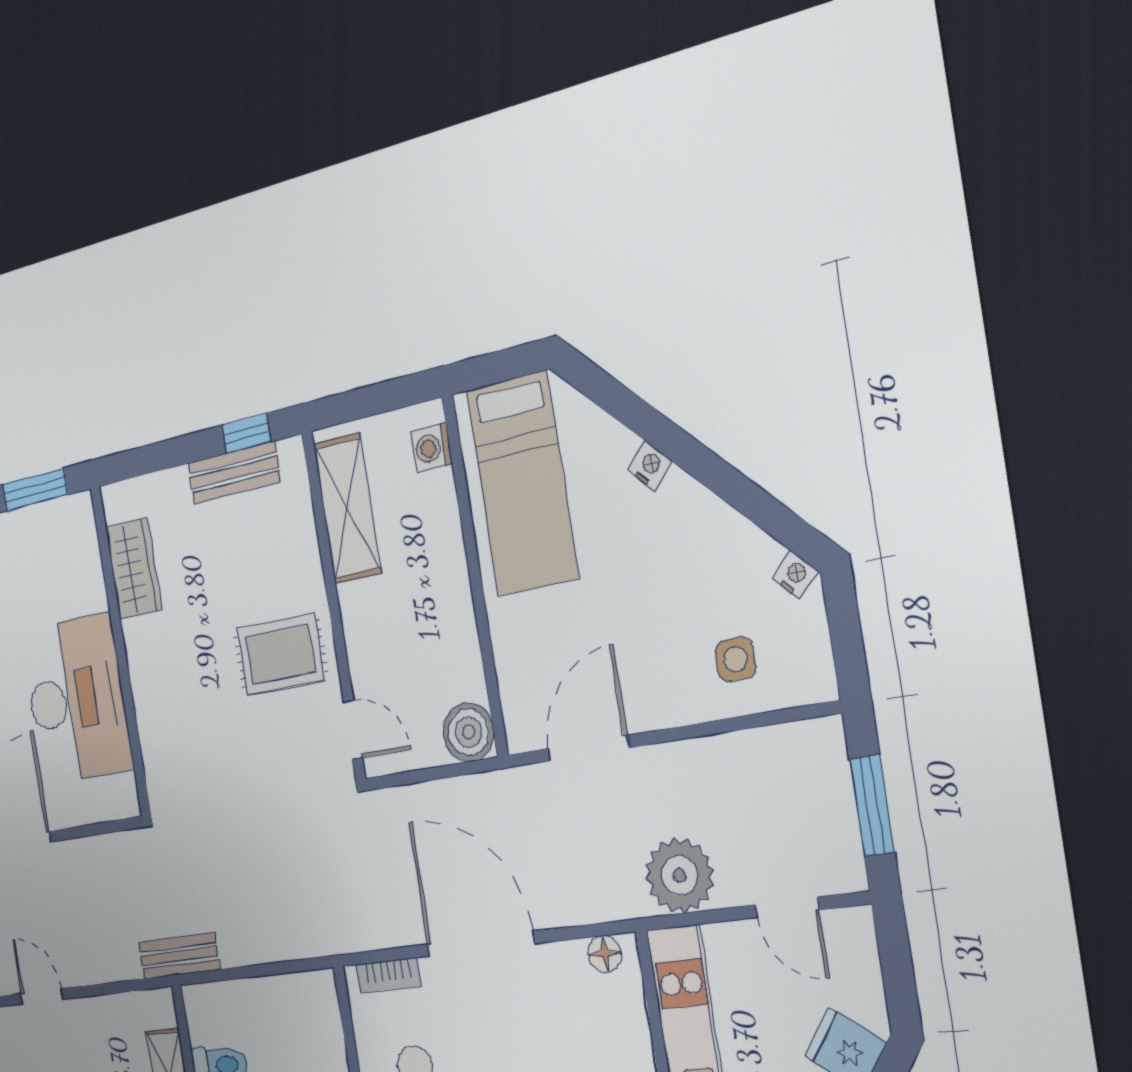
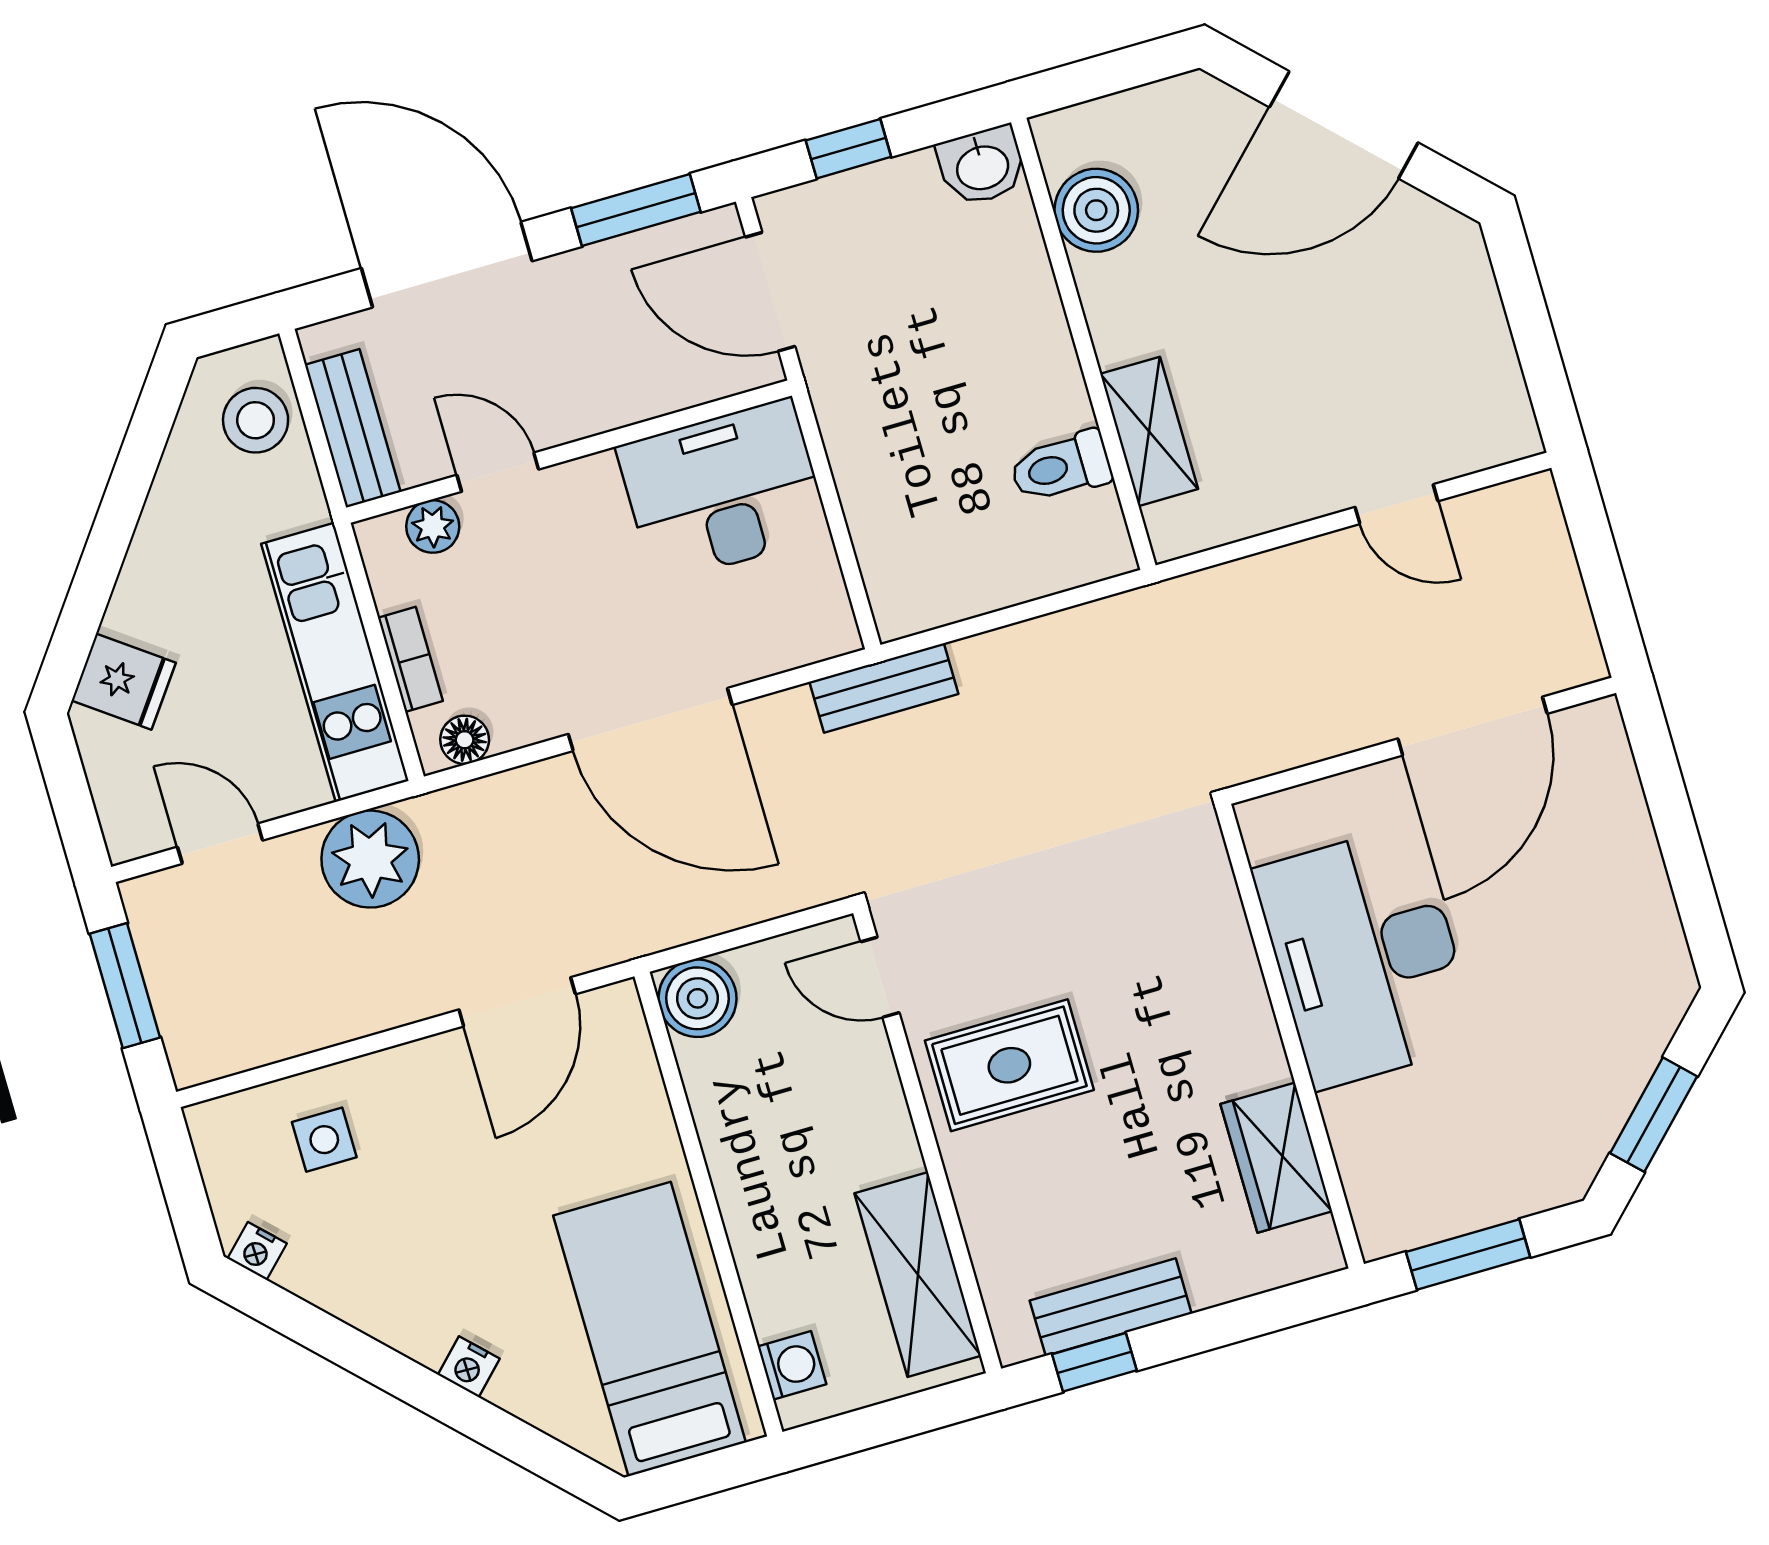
bench: (179, 956) -> (884, 688), moved
bookcase: (388, 975) -> (410, 659), moved, turned 90

